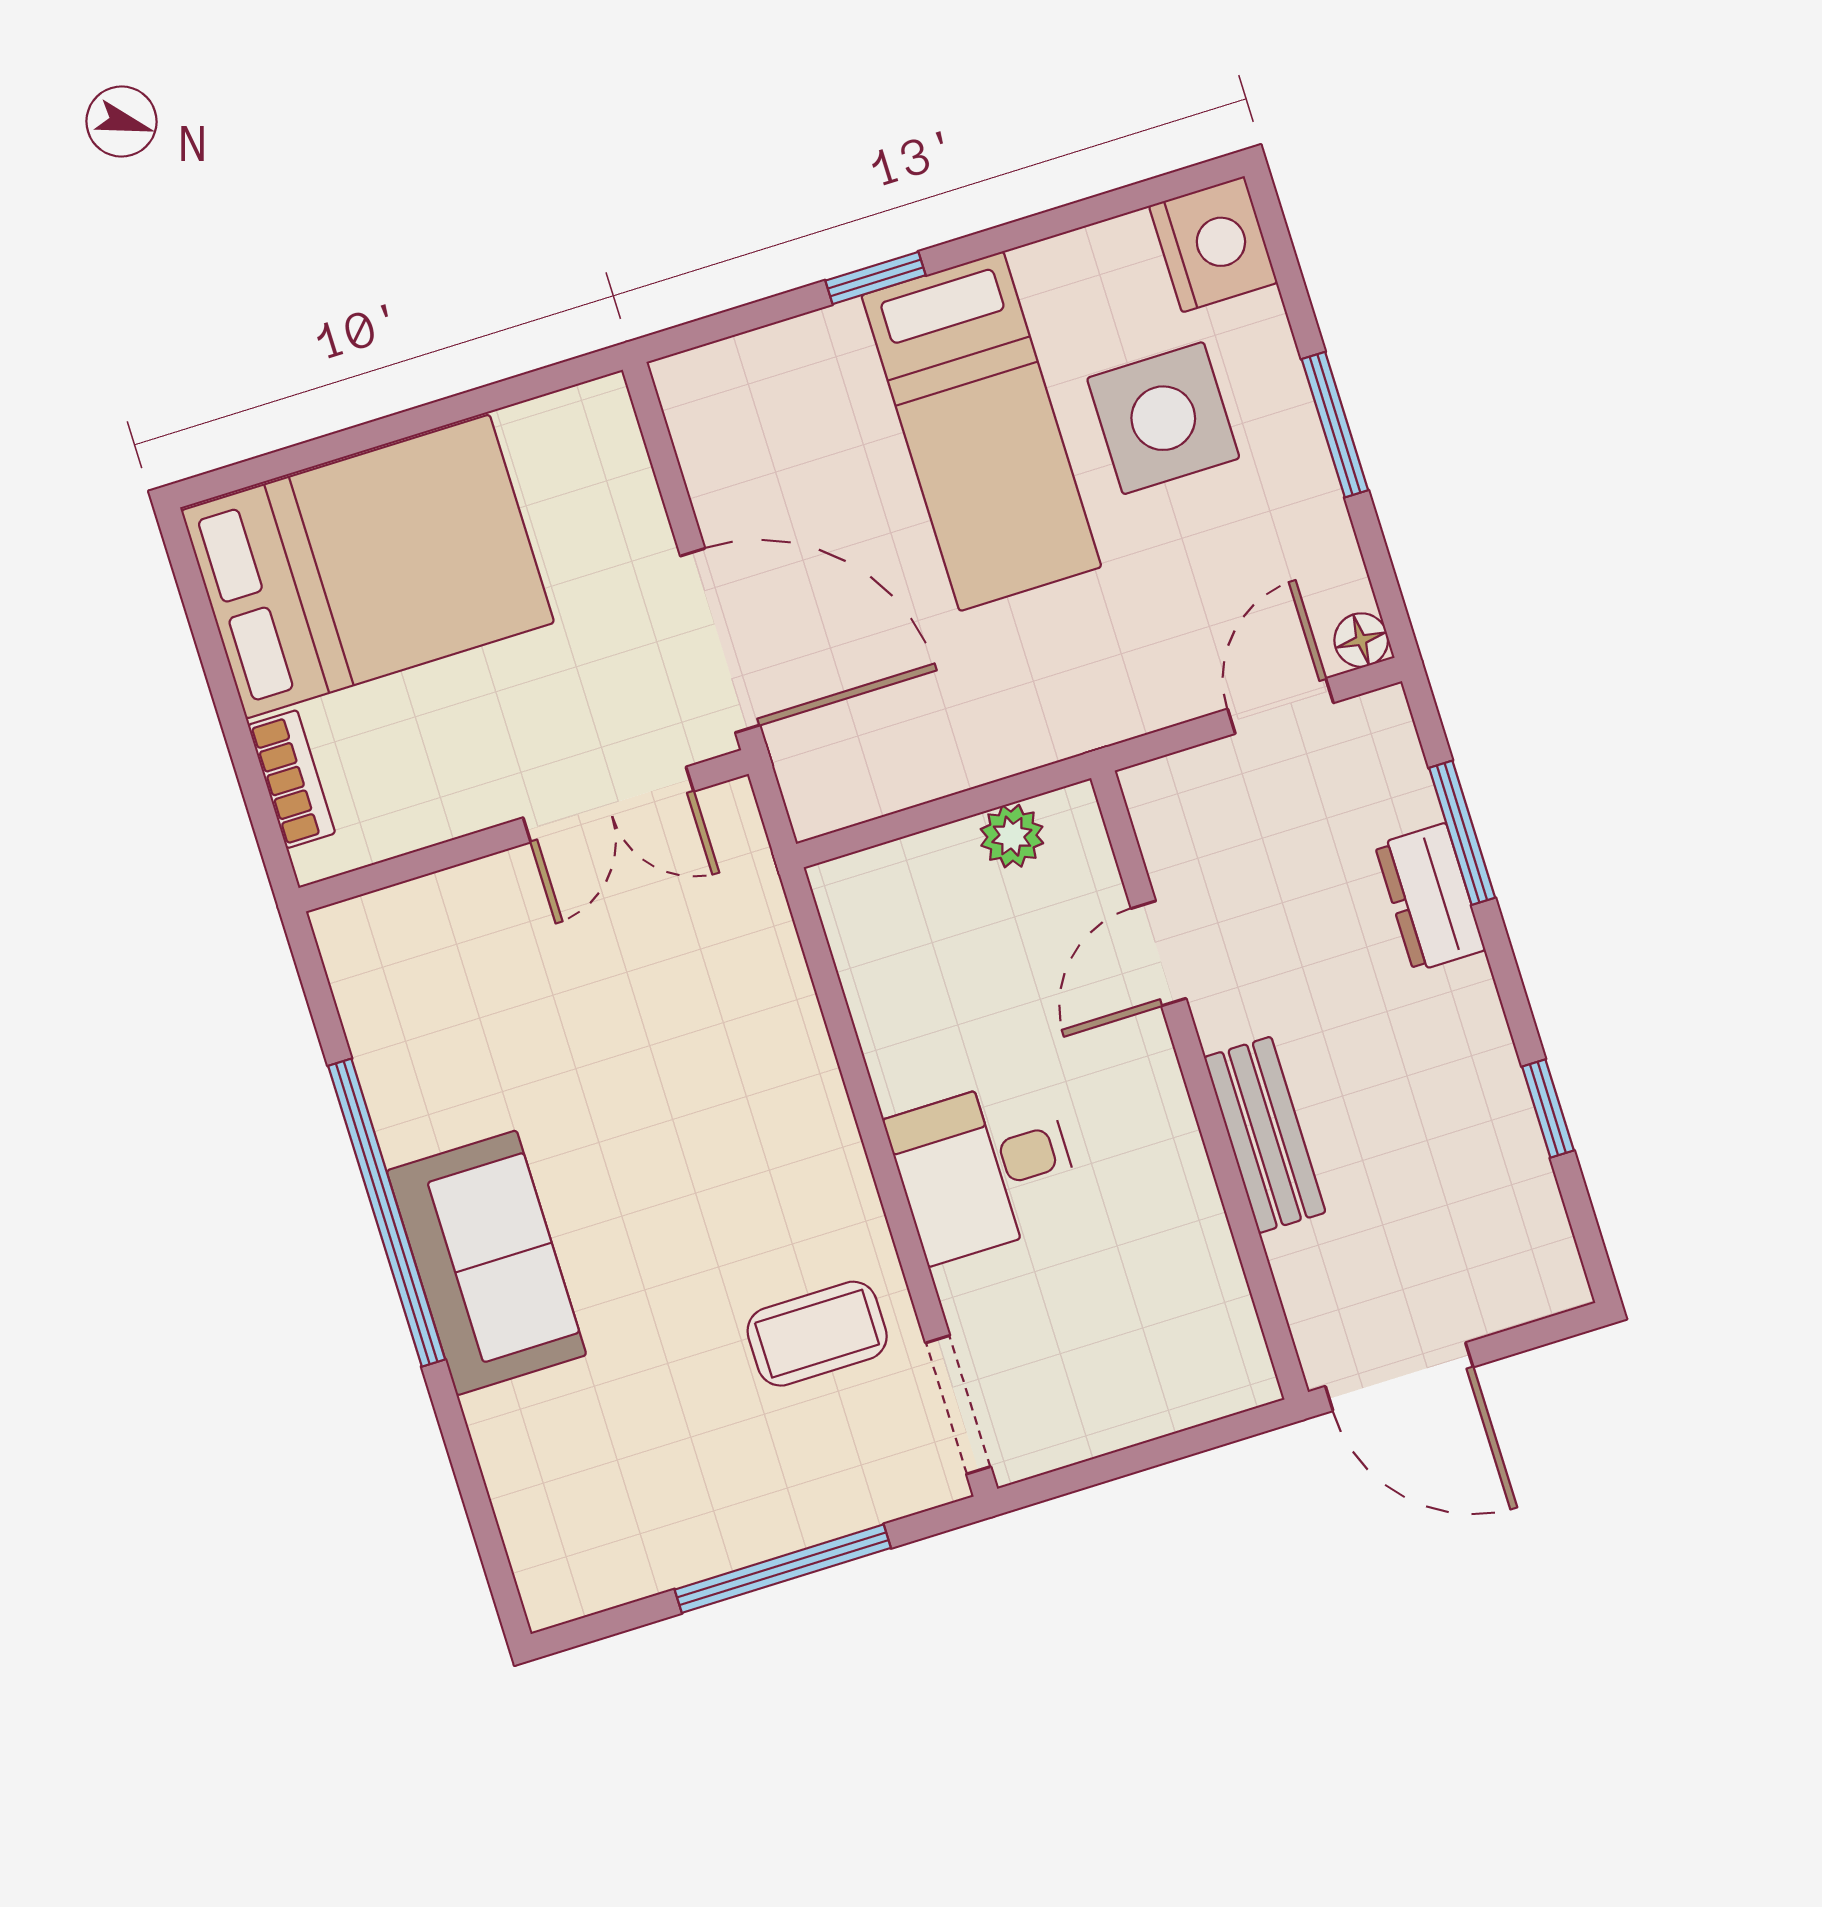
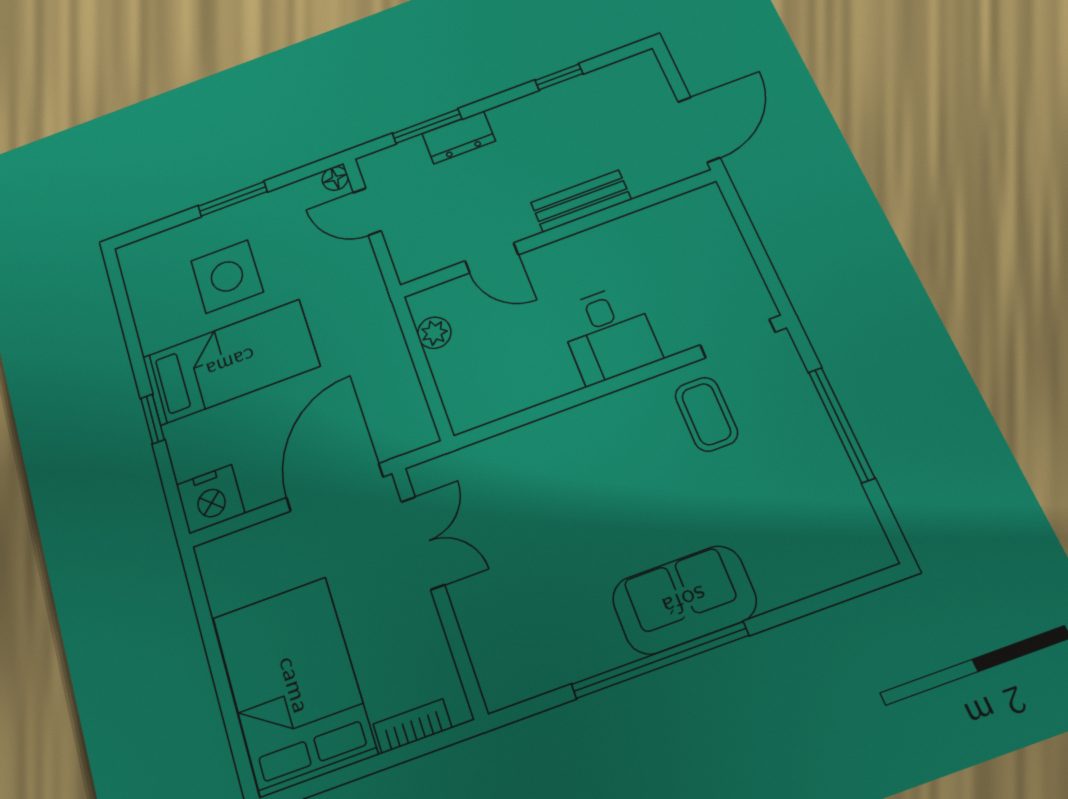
nightstand: (1213, 244) -> (210, 499), moved, turned 180

